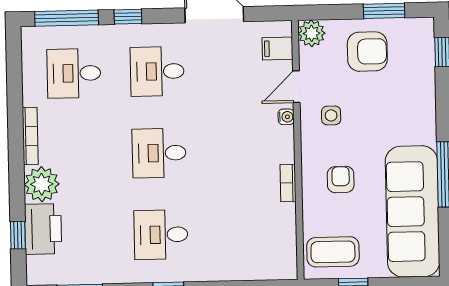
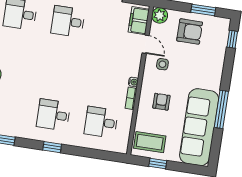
filing cabinet: (277, 49) -> (139, 21), width x2.00
door: (296, 87) -> (146, 44), swing flipped
water cooler: (286, 117) -> (133, 82), moved
desk: (159, 153) -> (101, 122), moved

